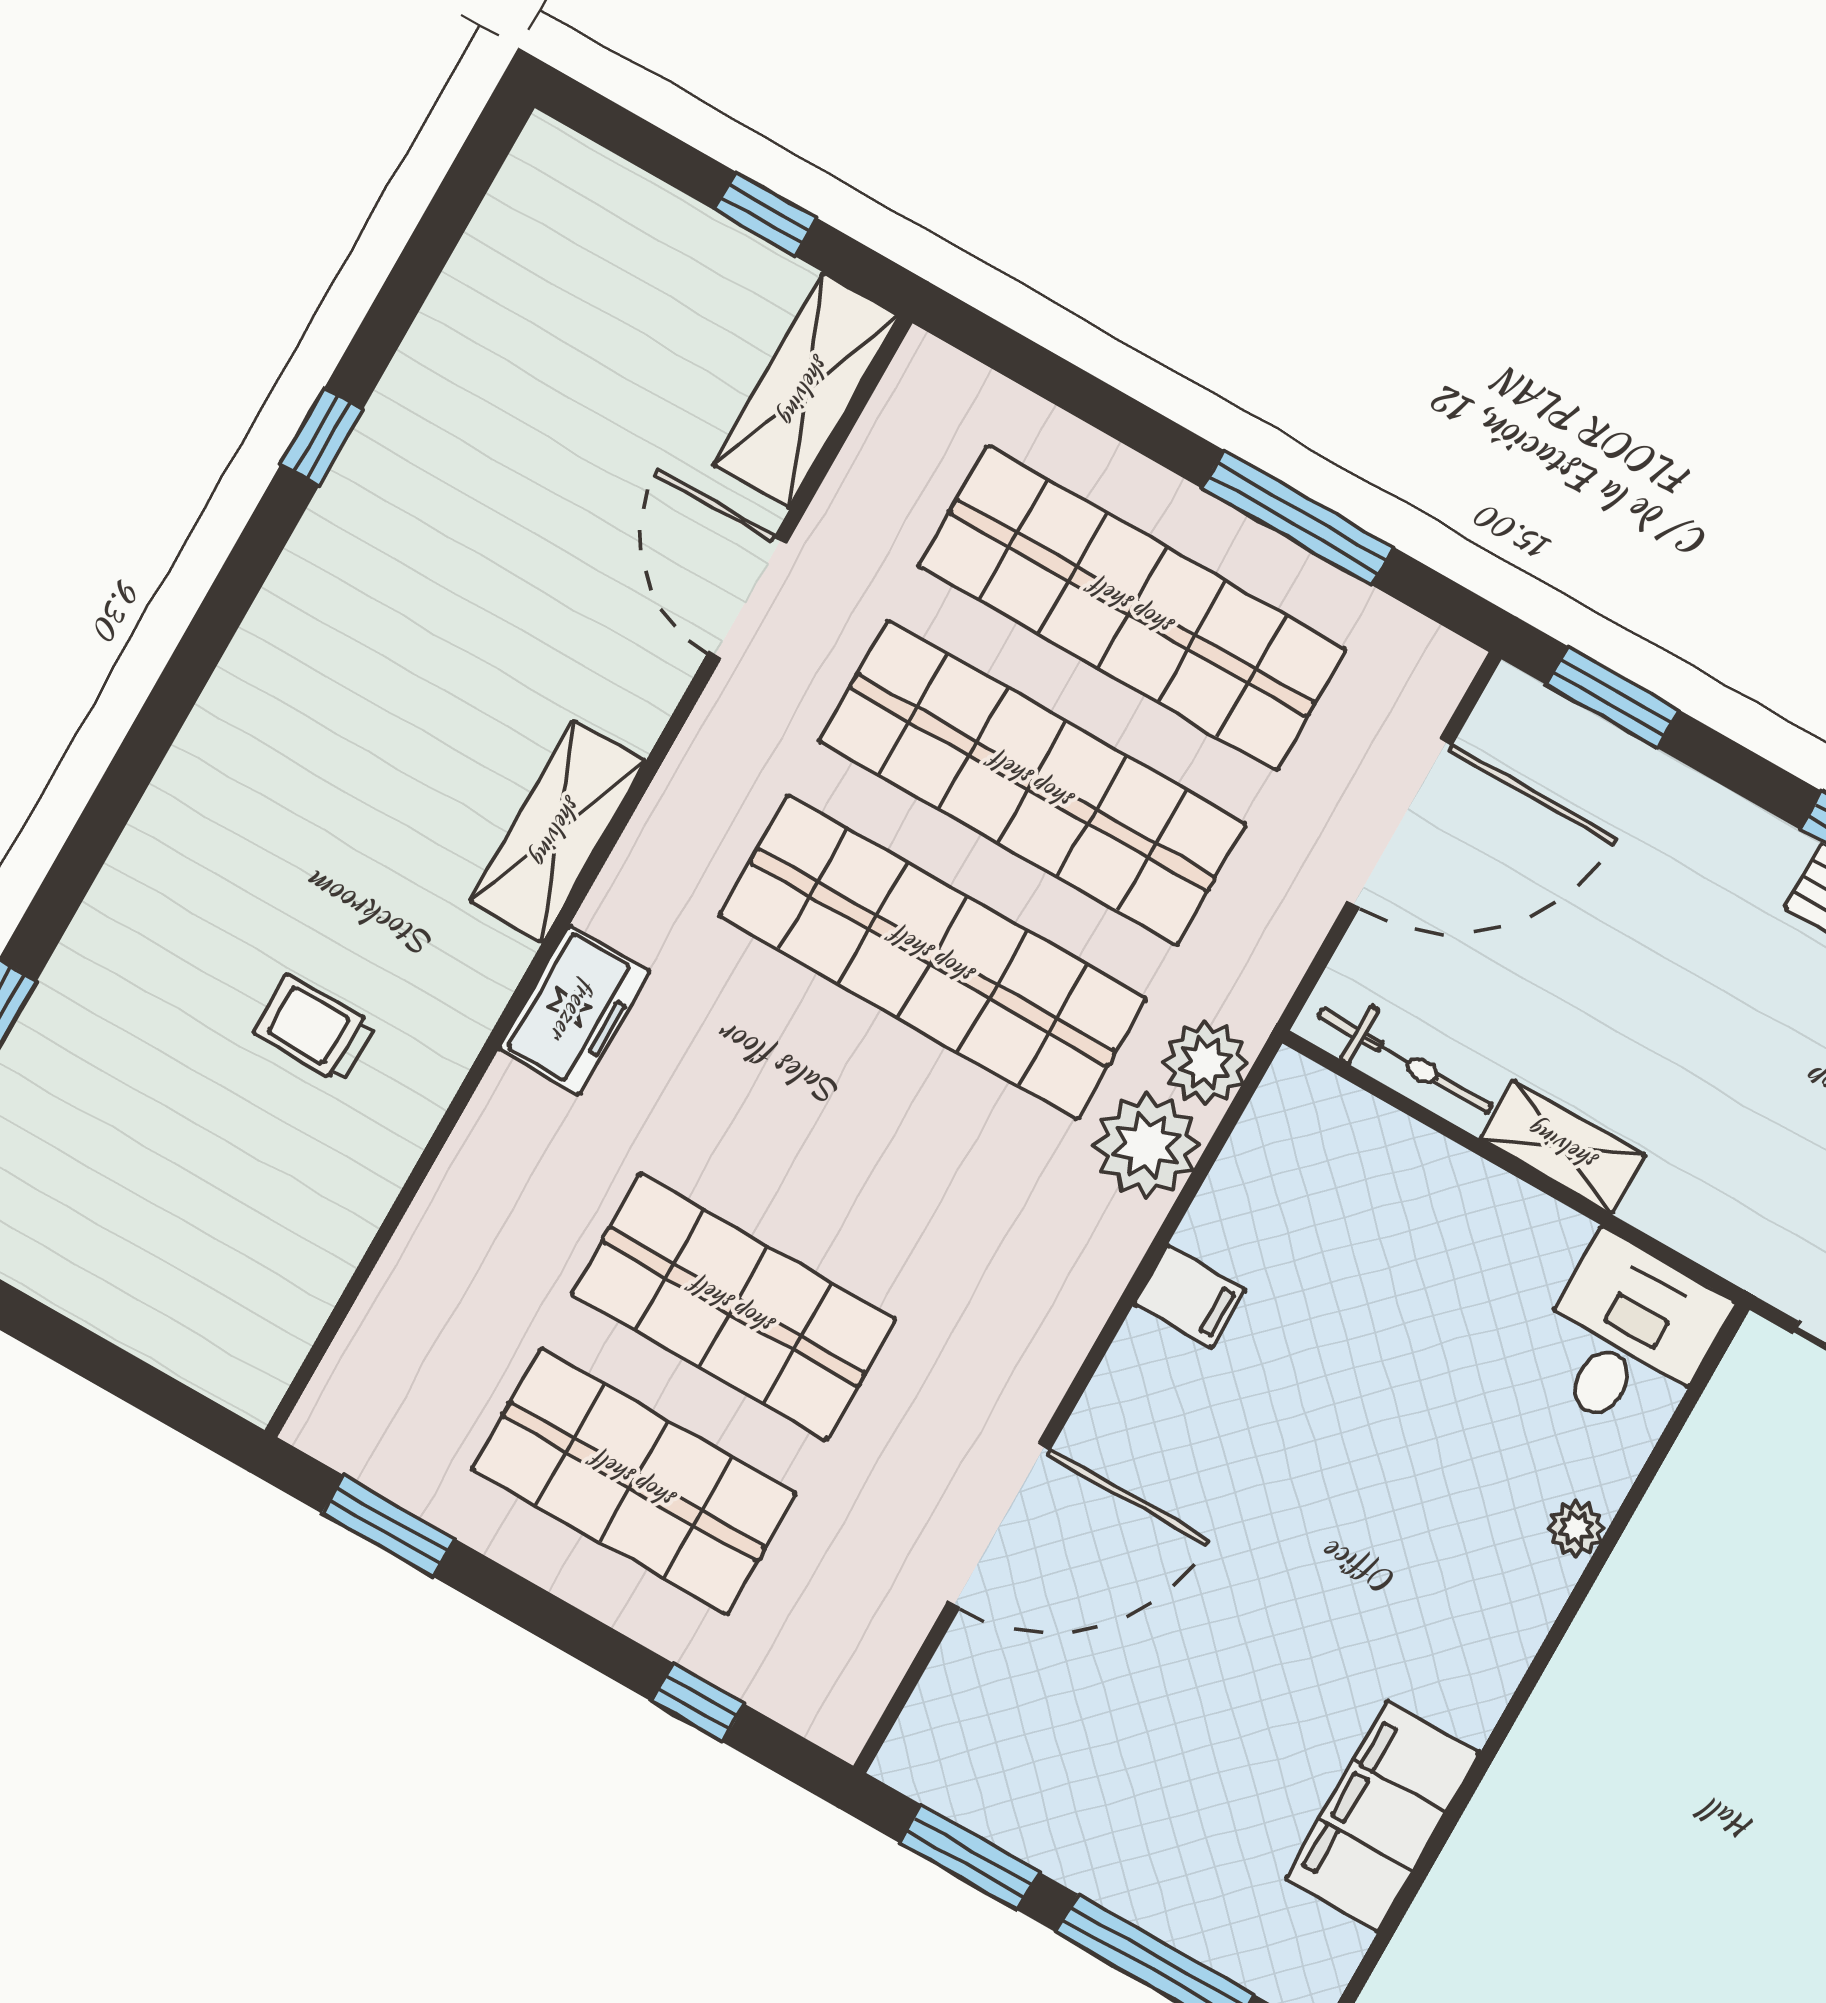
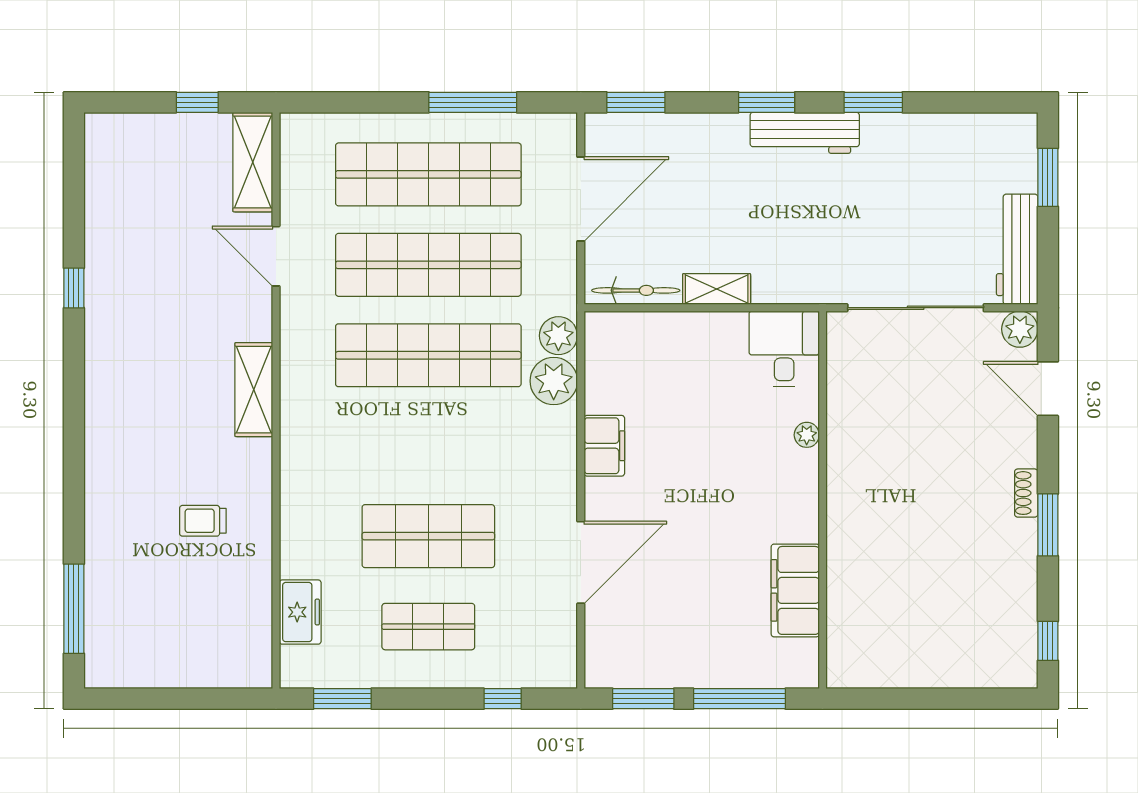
freezer: (574, 1010) -> (300, 612), moved
filing cabinet: (1190, 1297) -> (604, 446), width x2.00
shop shelf: (634, 1481) -> (428, 627), width x0.70, depth x0.74

